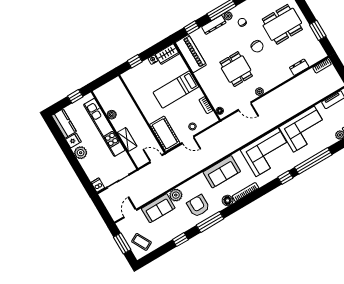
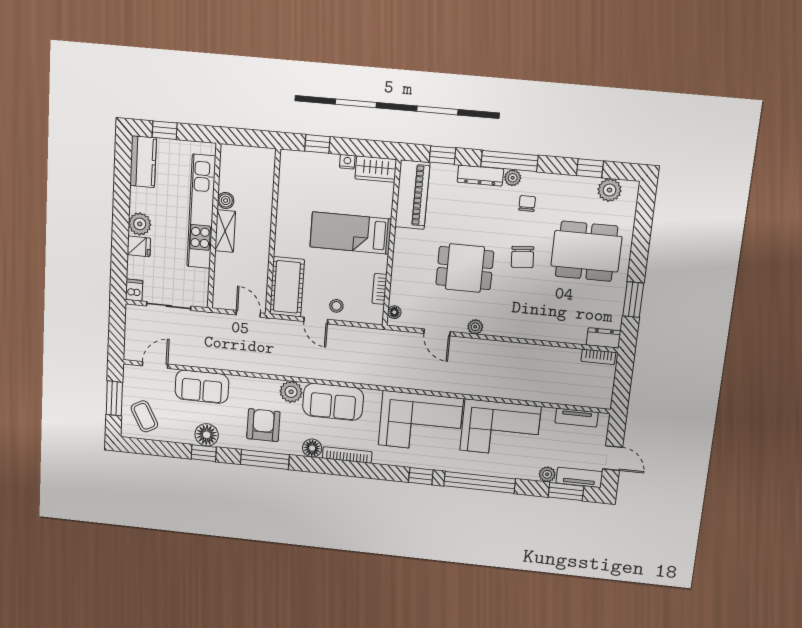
dresser: (299, 67) -> (604, 338), moved
dining table: (236, 69) -> (465, 268), turned 90
window: (75, 96) -> (165, 130), moved
shelving: (127, 139) -> (225, 231), moved
fridge: (73, 141) -> (139, 246), moved
plant: (176, 195) -> (291, 392), moved
floor lamp: (176, 230) -> (207, 435), added

